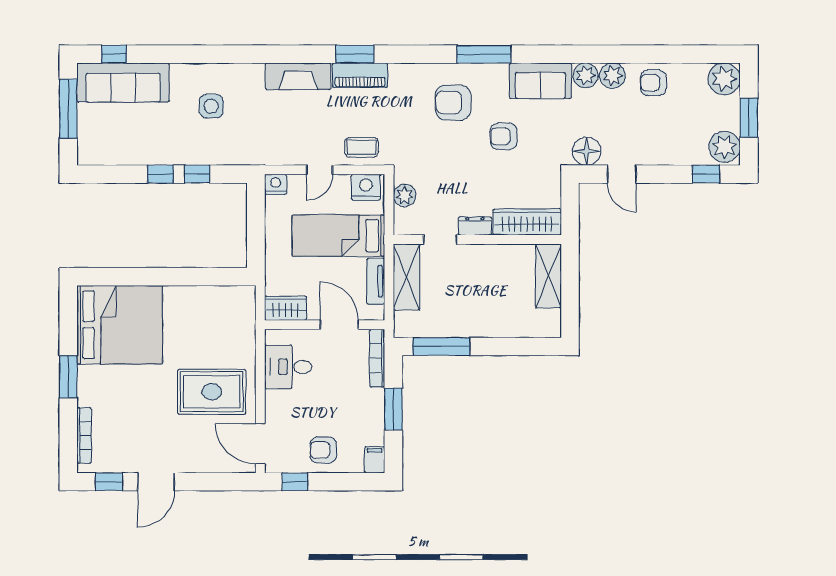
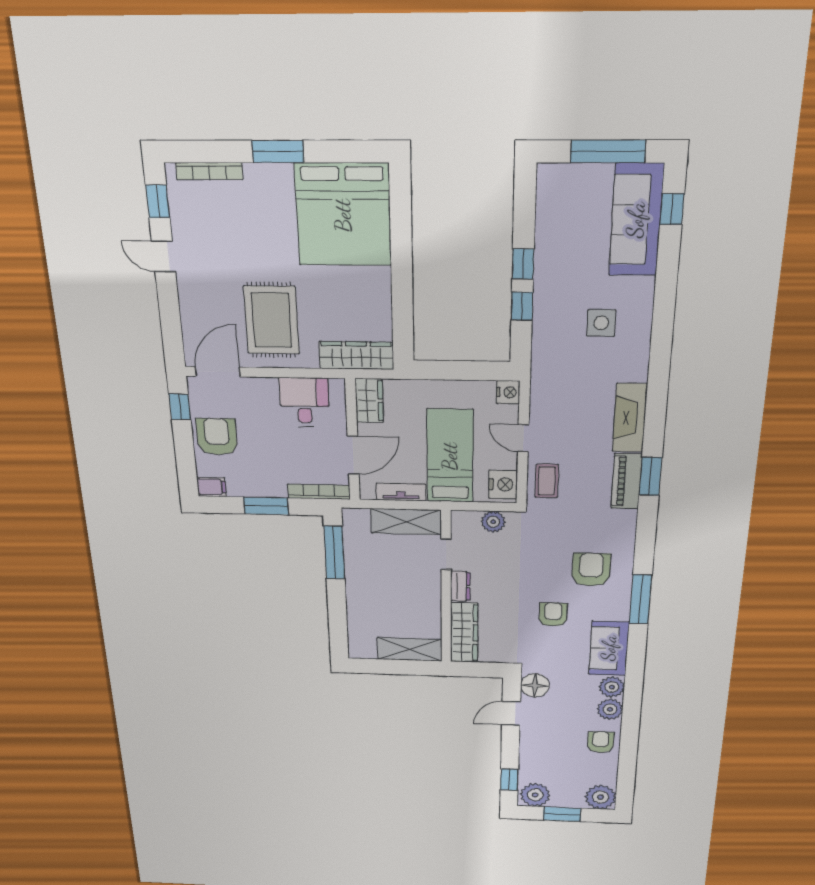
wardrobe: (243, 318) -> (356, 355), added
armchair: (323, 450) -> (217, 437), width x1.38, depth x1.38
door: (156, 482) -> (164, 257), width x0.73

